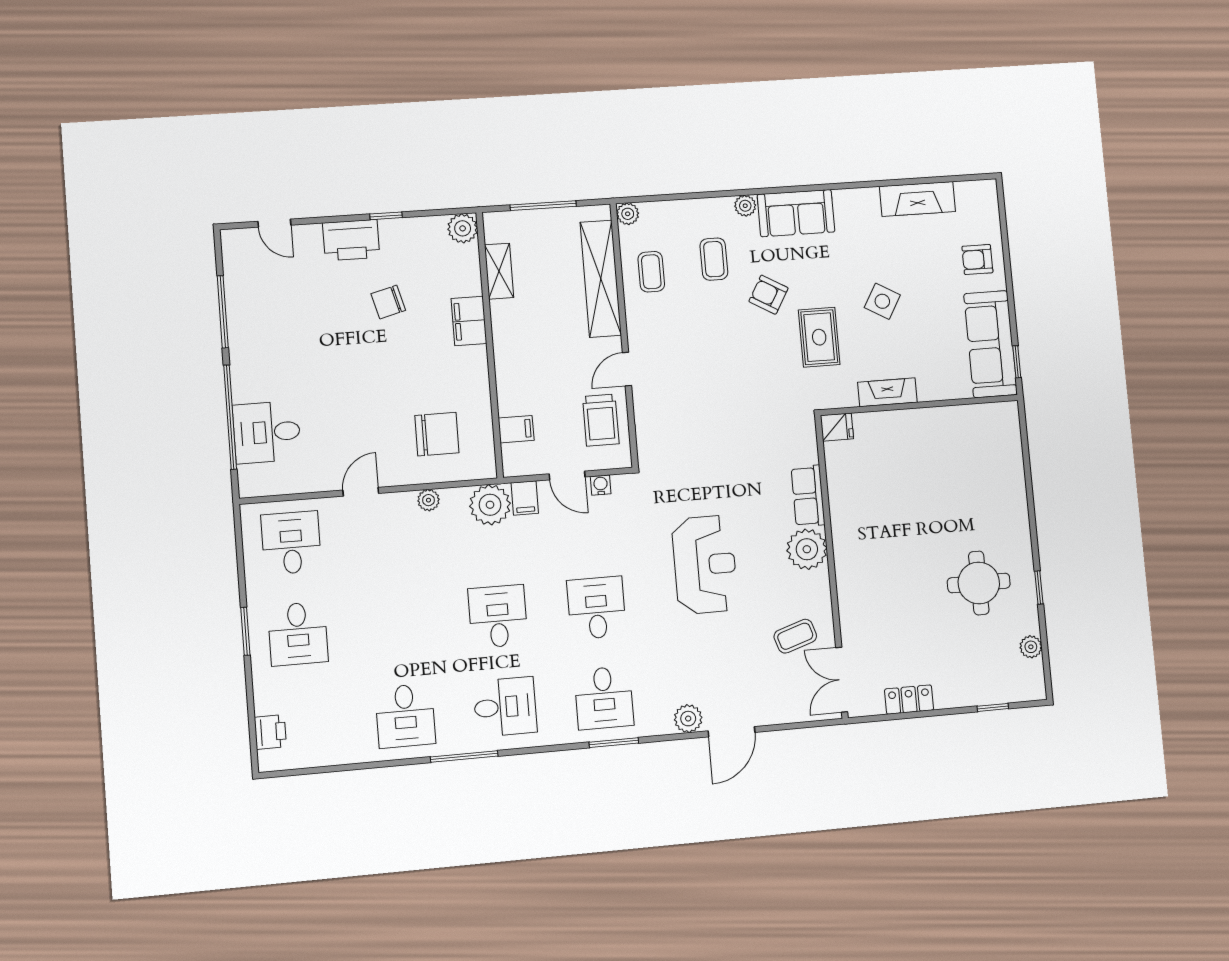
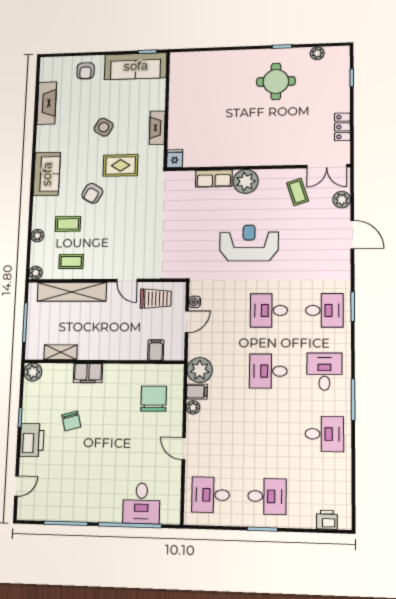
plant: (745, 206) -> (37, 236), moved
filing cabinet: (525, 498) -> (197, 392), moved
plant: (688, 719) -> (342, 200), moved

